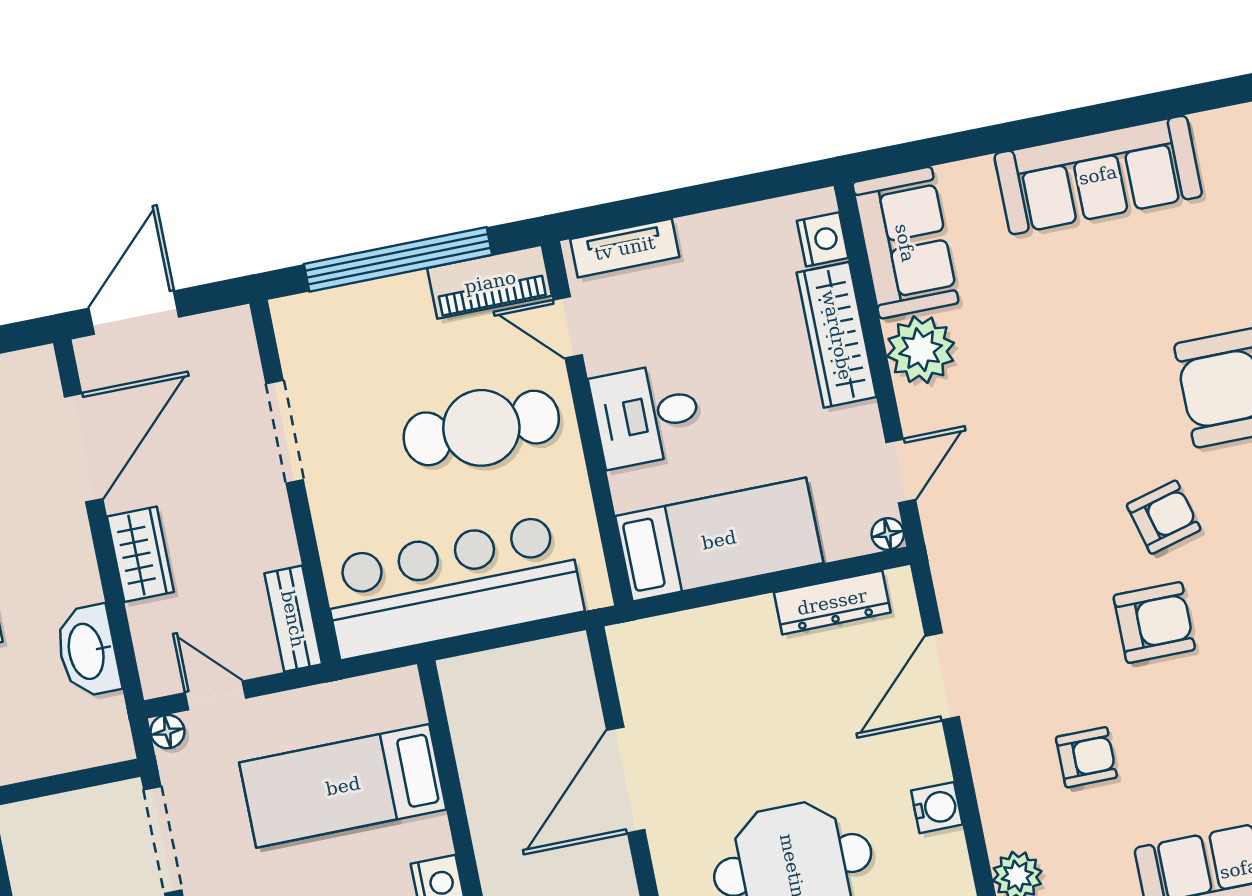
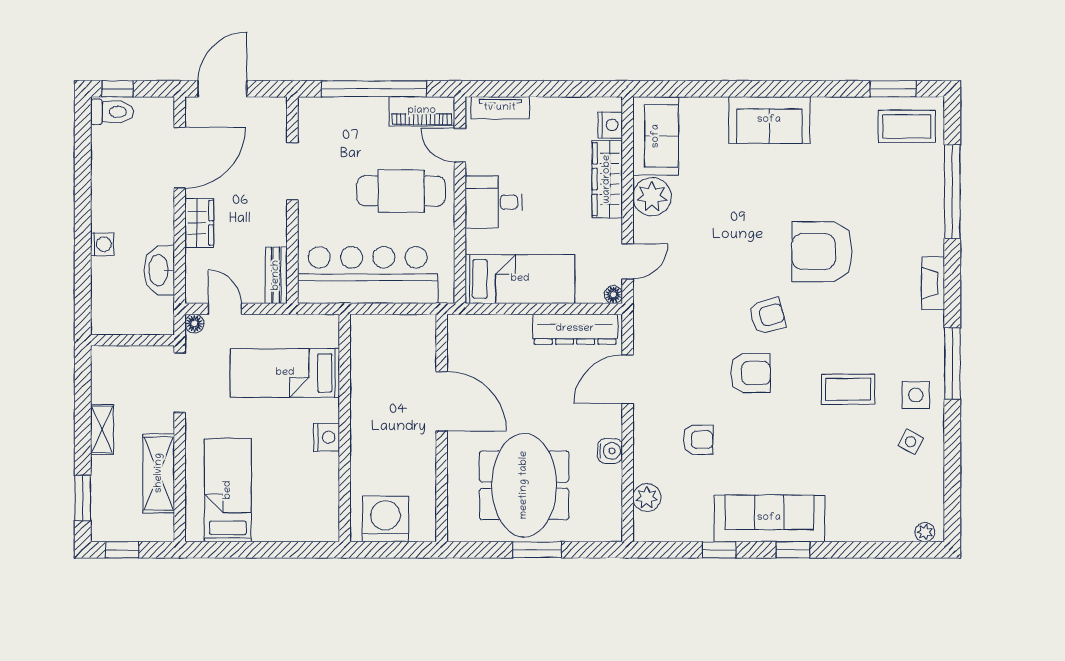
sofa: (1098, 175) -> (769, 120), width x0.73
dresser: (832, 602) -> (575, 329), width x1.37, depth x1.24
door: (626, 780) -> (442, 401), swing flipped

